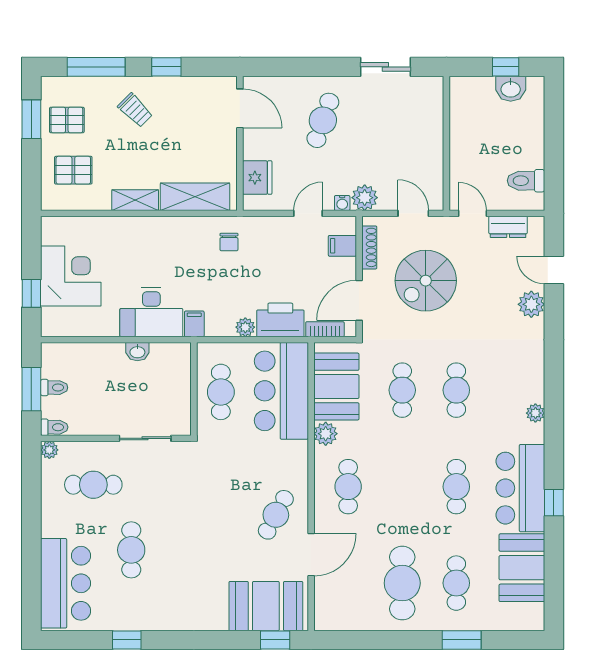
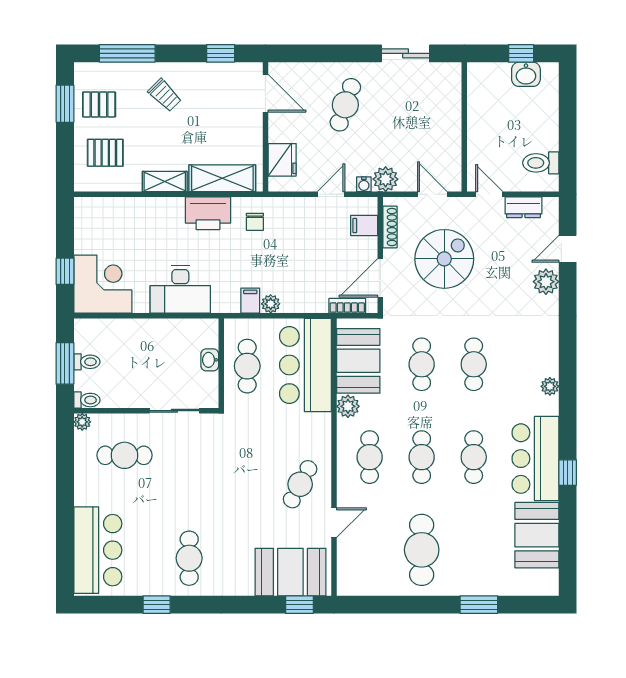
window: (166, 67) -> (221, 53), moved
door: (554, 270) -> (568, 249), hinge flipped
corner desk: (71, 276) -> (103, 284), moved
spiral stairs: (426, 281) -> (444, 259), turned 180
printer: (280, 320) -> (208, 213), moved, turned 180
filing cabinet: (194, 324) -> (250, 301), moved
washbasin: (137, 352) -> (210, 360), moved, turned 90
cafe table: (131, 550) -> (189, 558), moved
door: (311, 555) -> (334, 523), width x0.73
cafe table: (456, 583) -> (422, 457), moved

